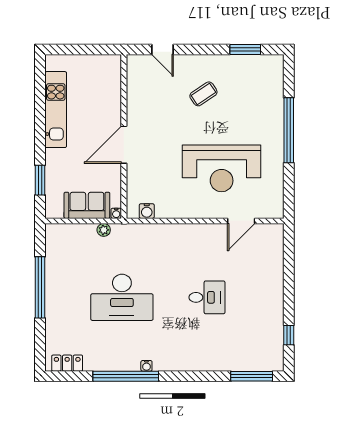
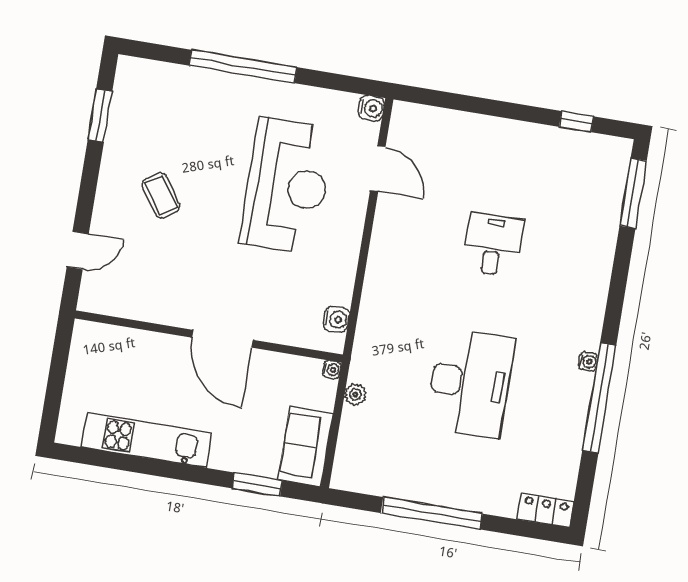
sofa: (87, 205) -> (306, 446), moved
water cooler: (277, 211) -> (371, 108), added
locker: (67, 363) -> (545, 510), moved, turned 90

